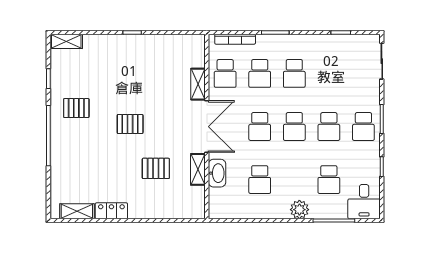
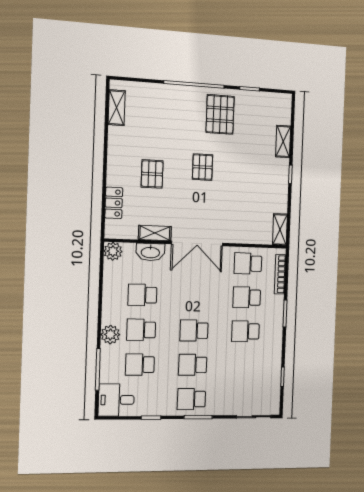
shelving: (66, 41) -> (283, 141), moved
shelving: (198, 84) -> (280, 229), moved, turned 90
pallet: (76, 108) -> (220, 114), width x1.50, depth x1.42
school desk: (260, 126) -> (141, 330), moved
pallet: (156, 168) -> (152, 174), moved
plant: (217, 210) -> (113, 251), added
locker: (111, 211) -> (114, 203), moved

